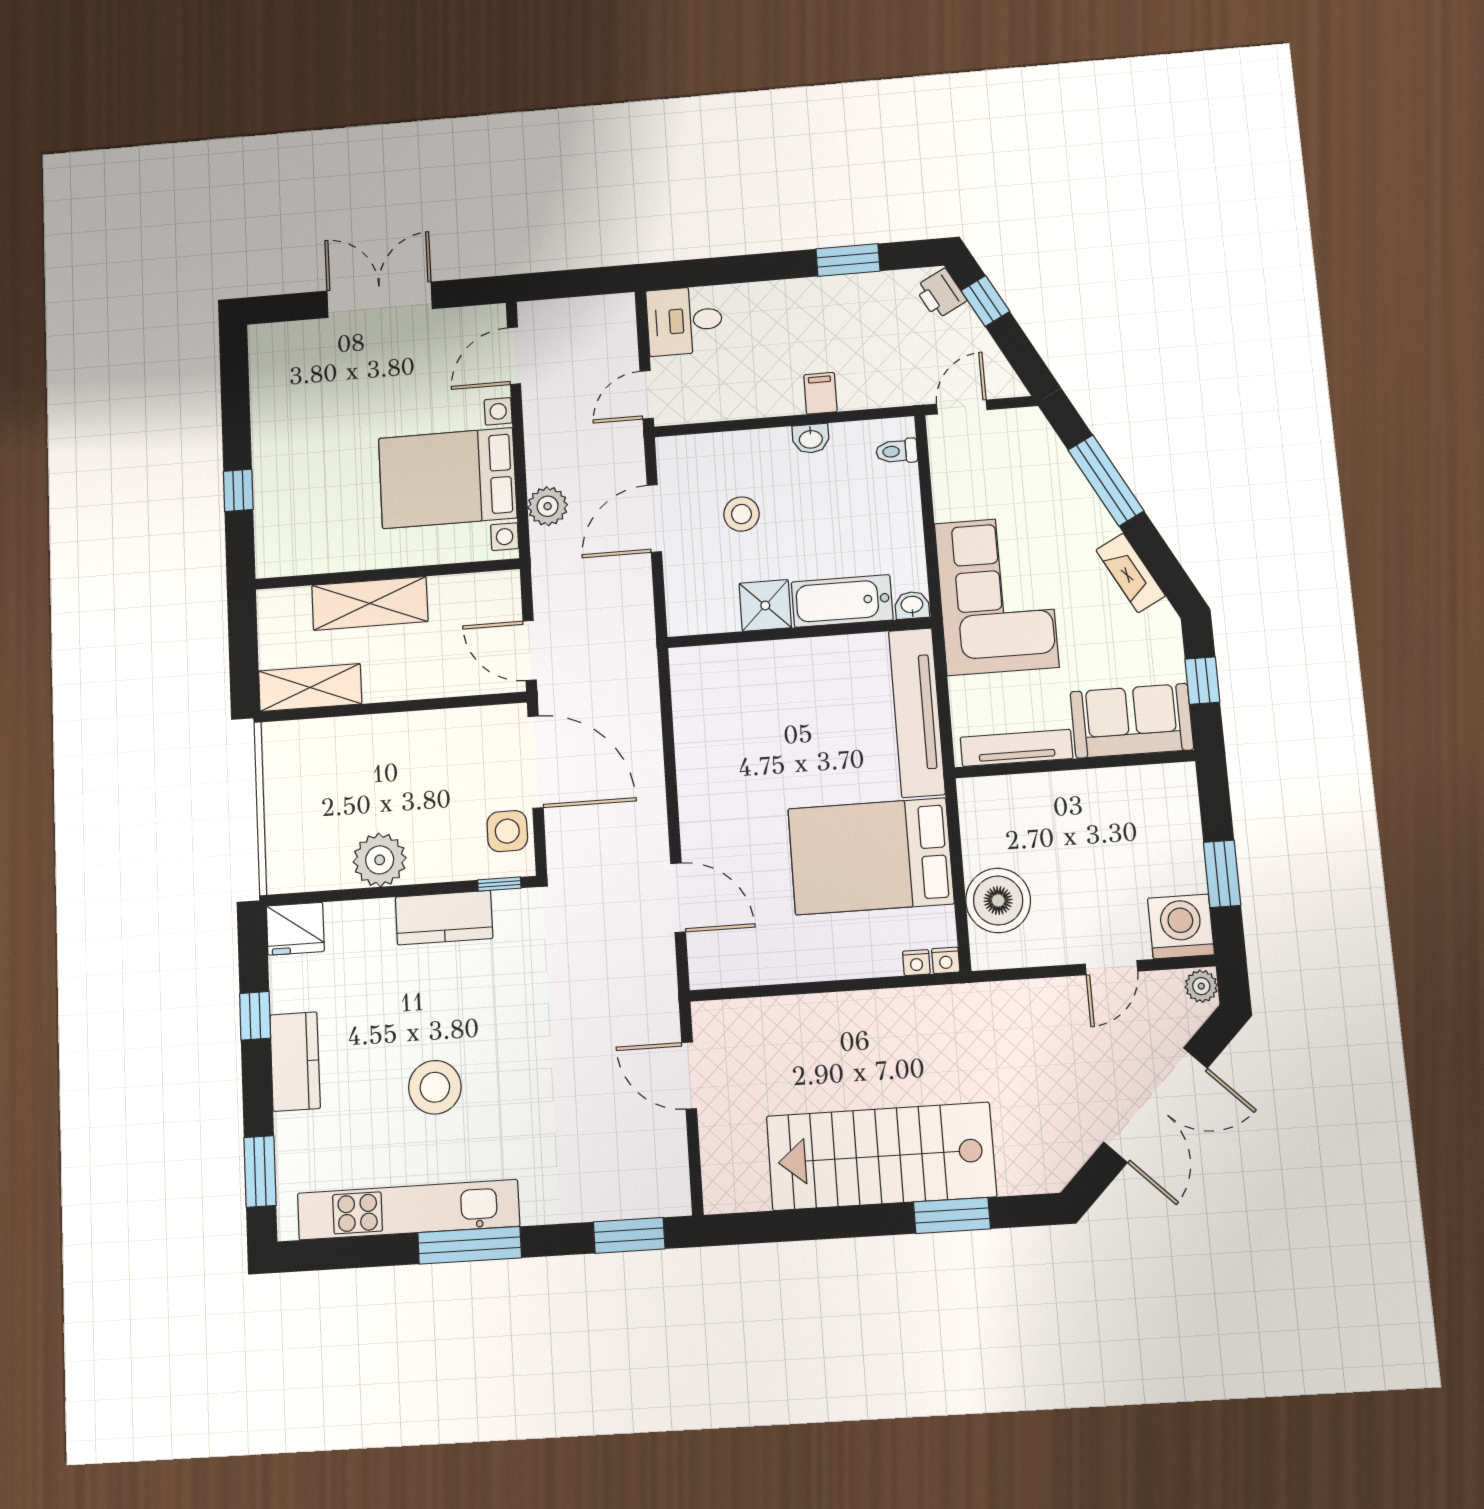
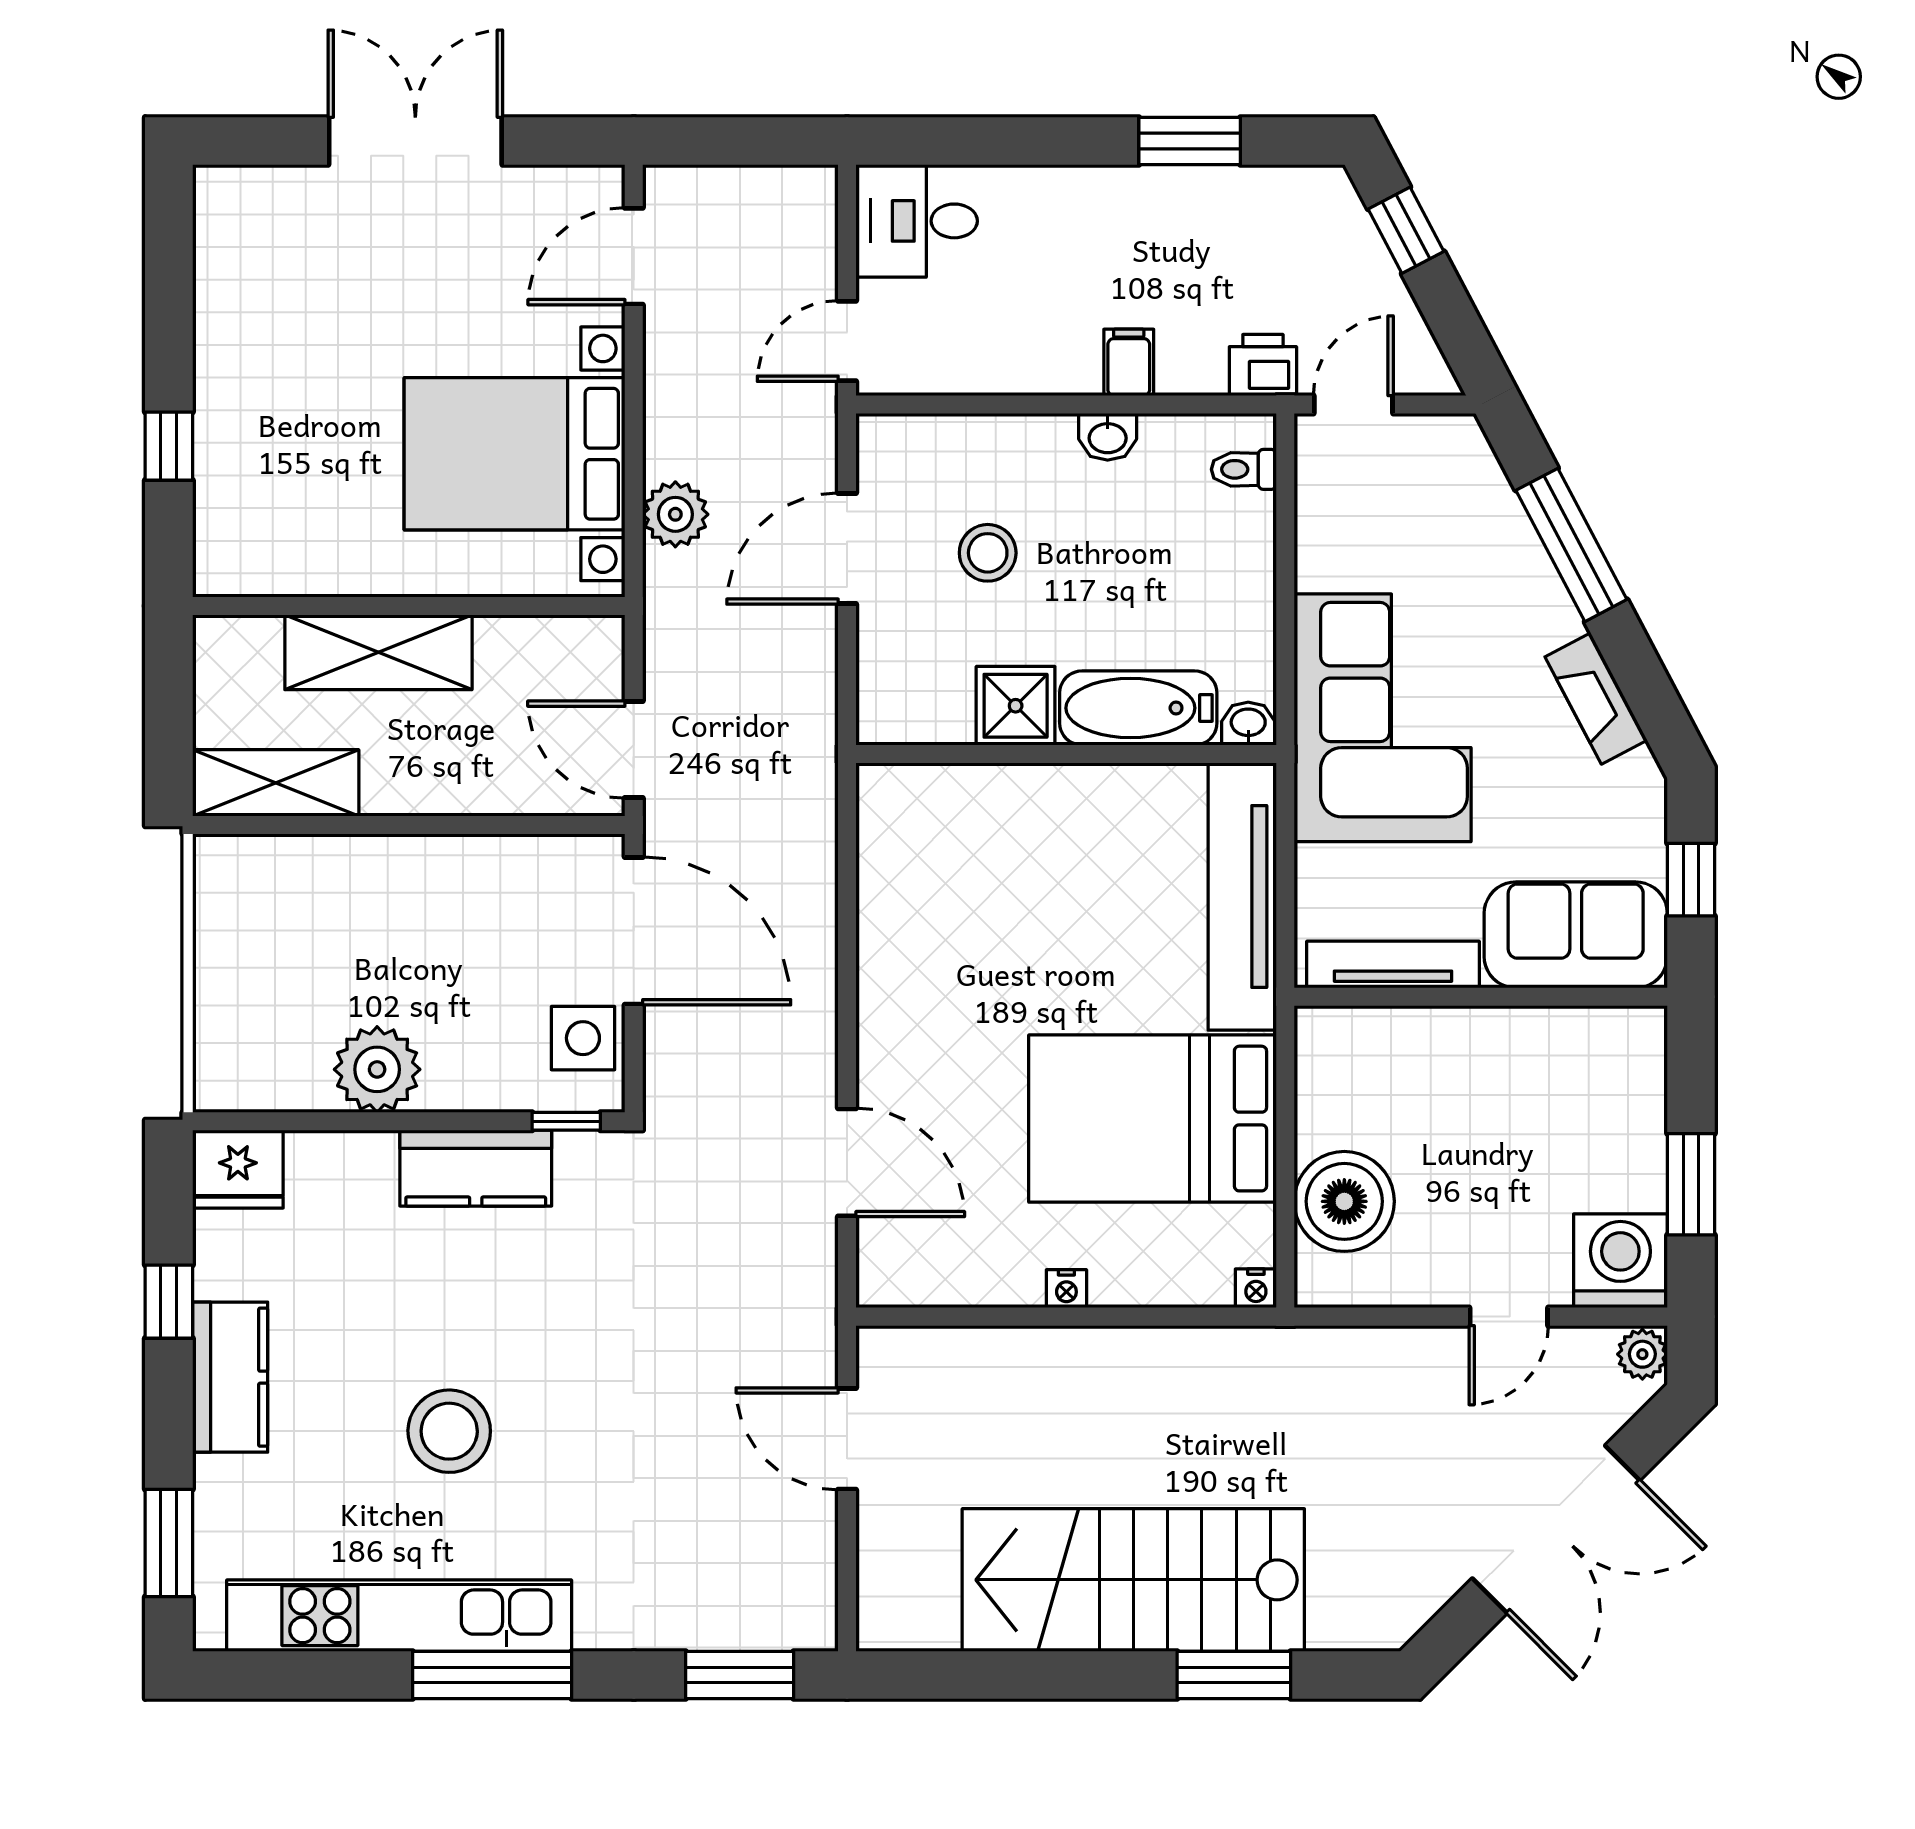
printer: (941, 294) -> (1263, 365), moved, turned 118
nightstand: (916, 963) -> (1066, 1289), moved

